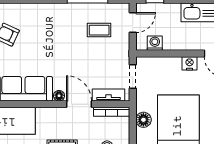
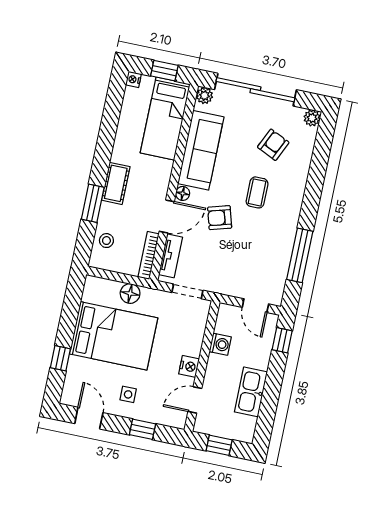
coffee table: (99, 30) -> (257, 192), moved
washing machine: (155, 43) -> (220, 344), moved
armchair: (72, 64) -> (220, 218), added

